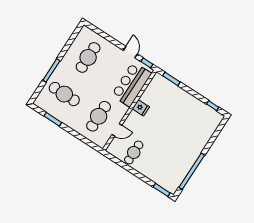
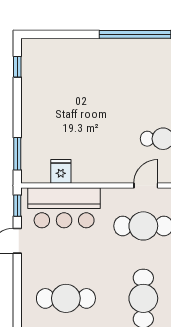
fridge: (141, 108) -> (61, 171), moved
door: (117, 130) -> (146, 186), hinge flipped

